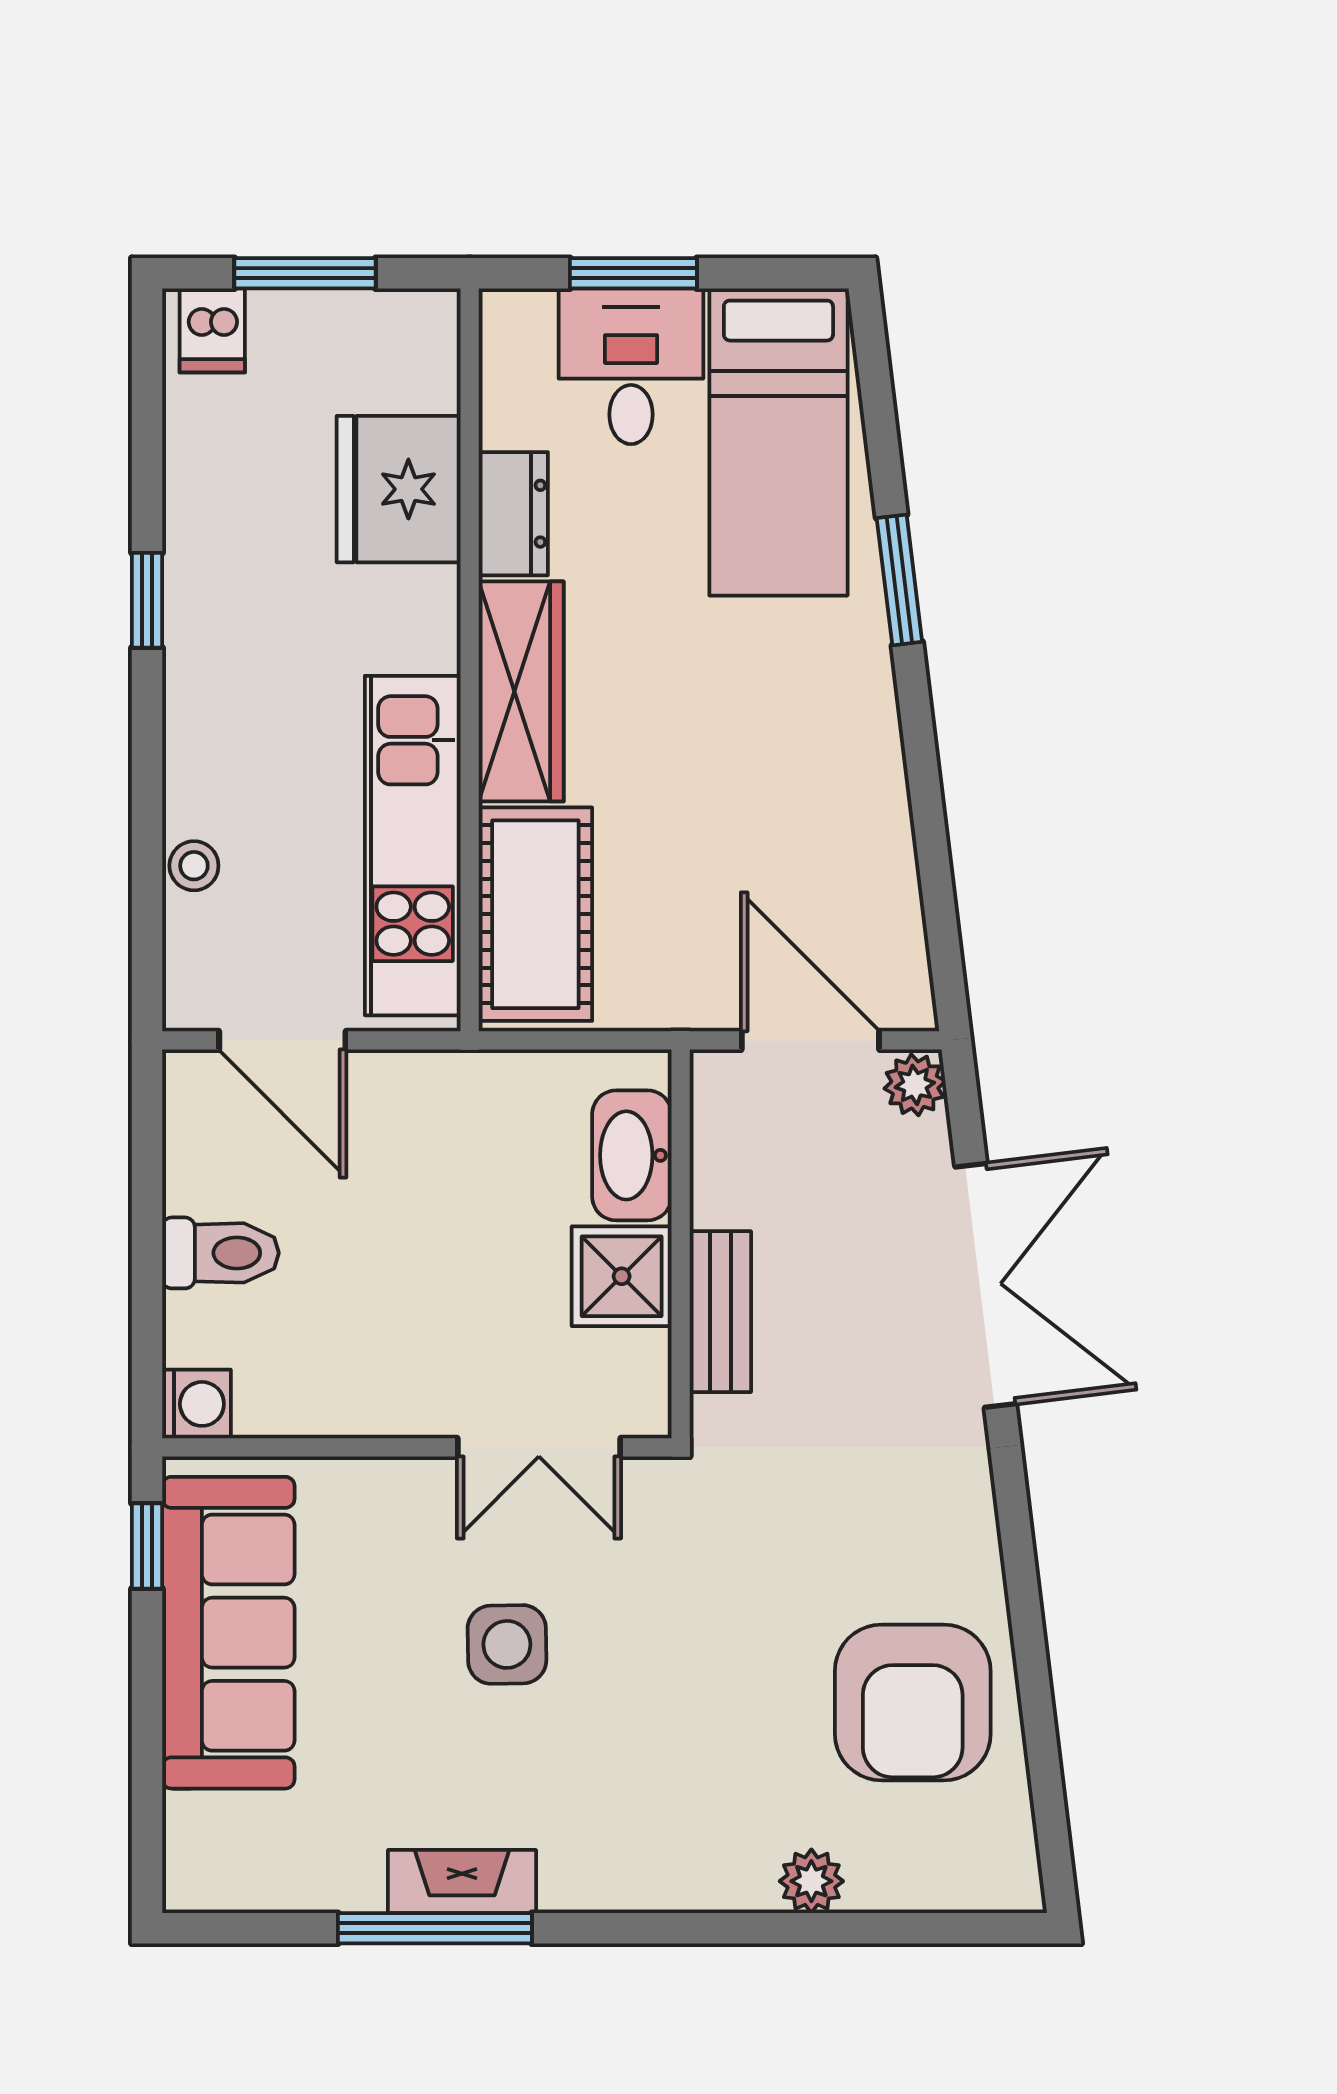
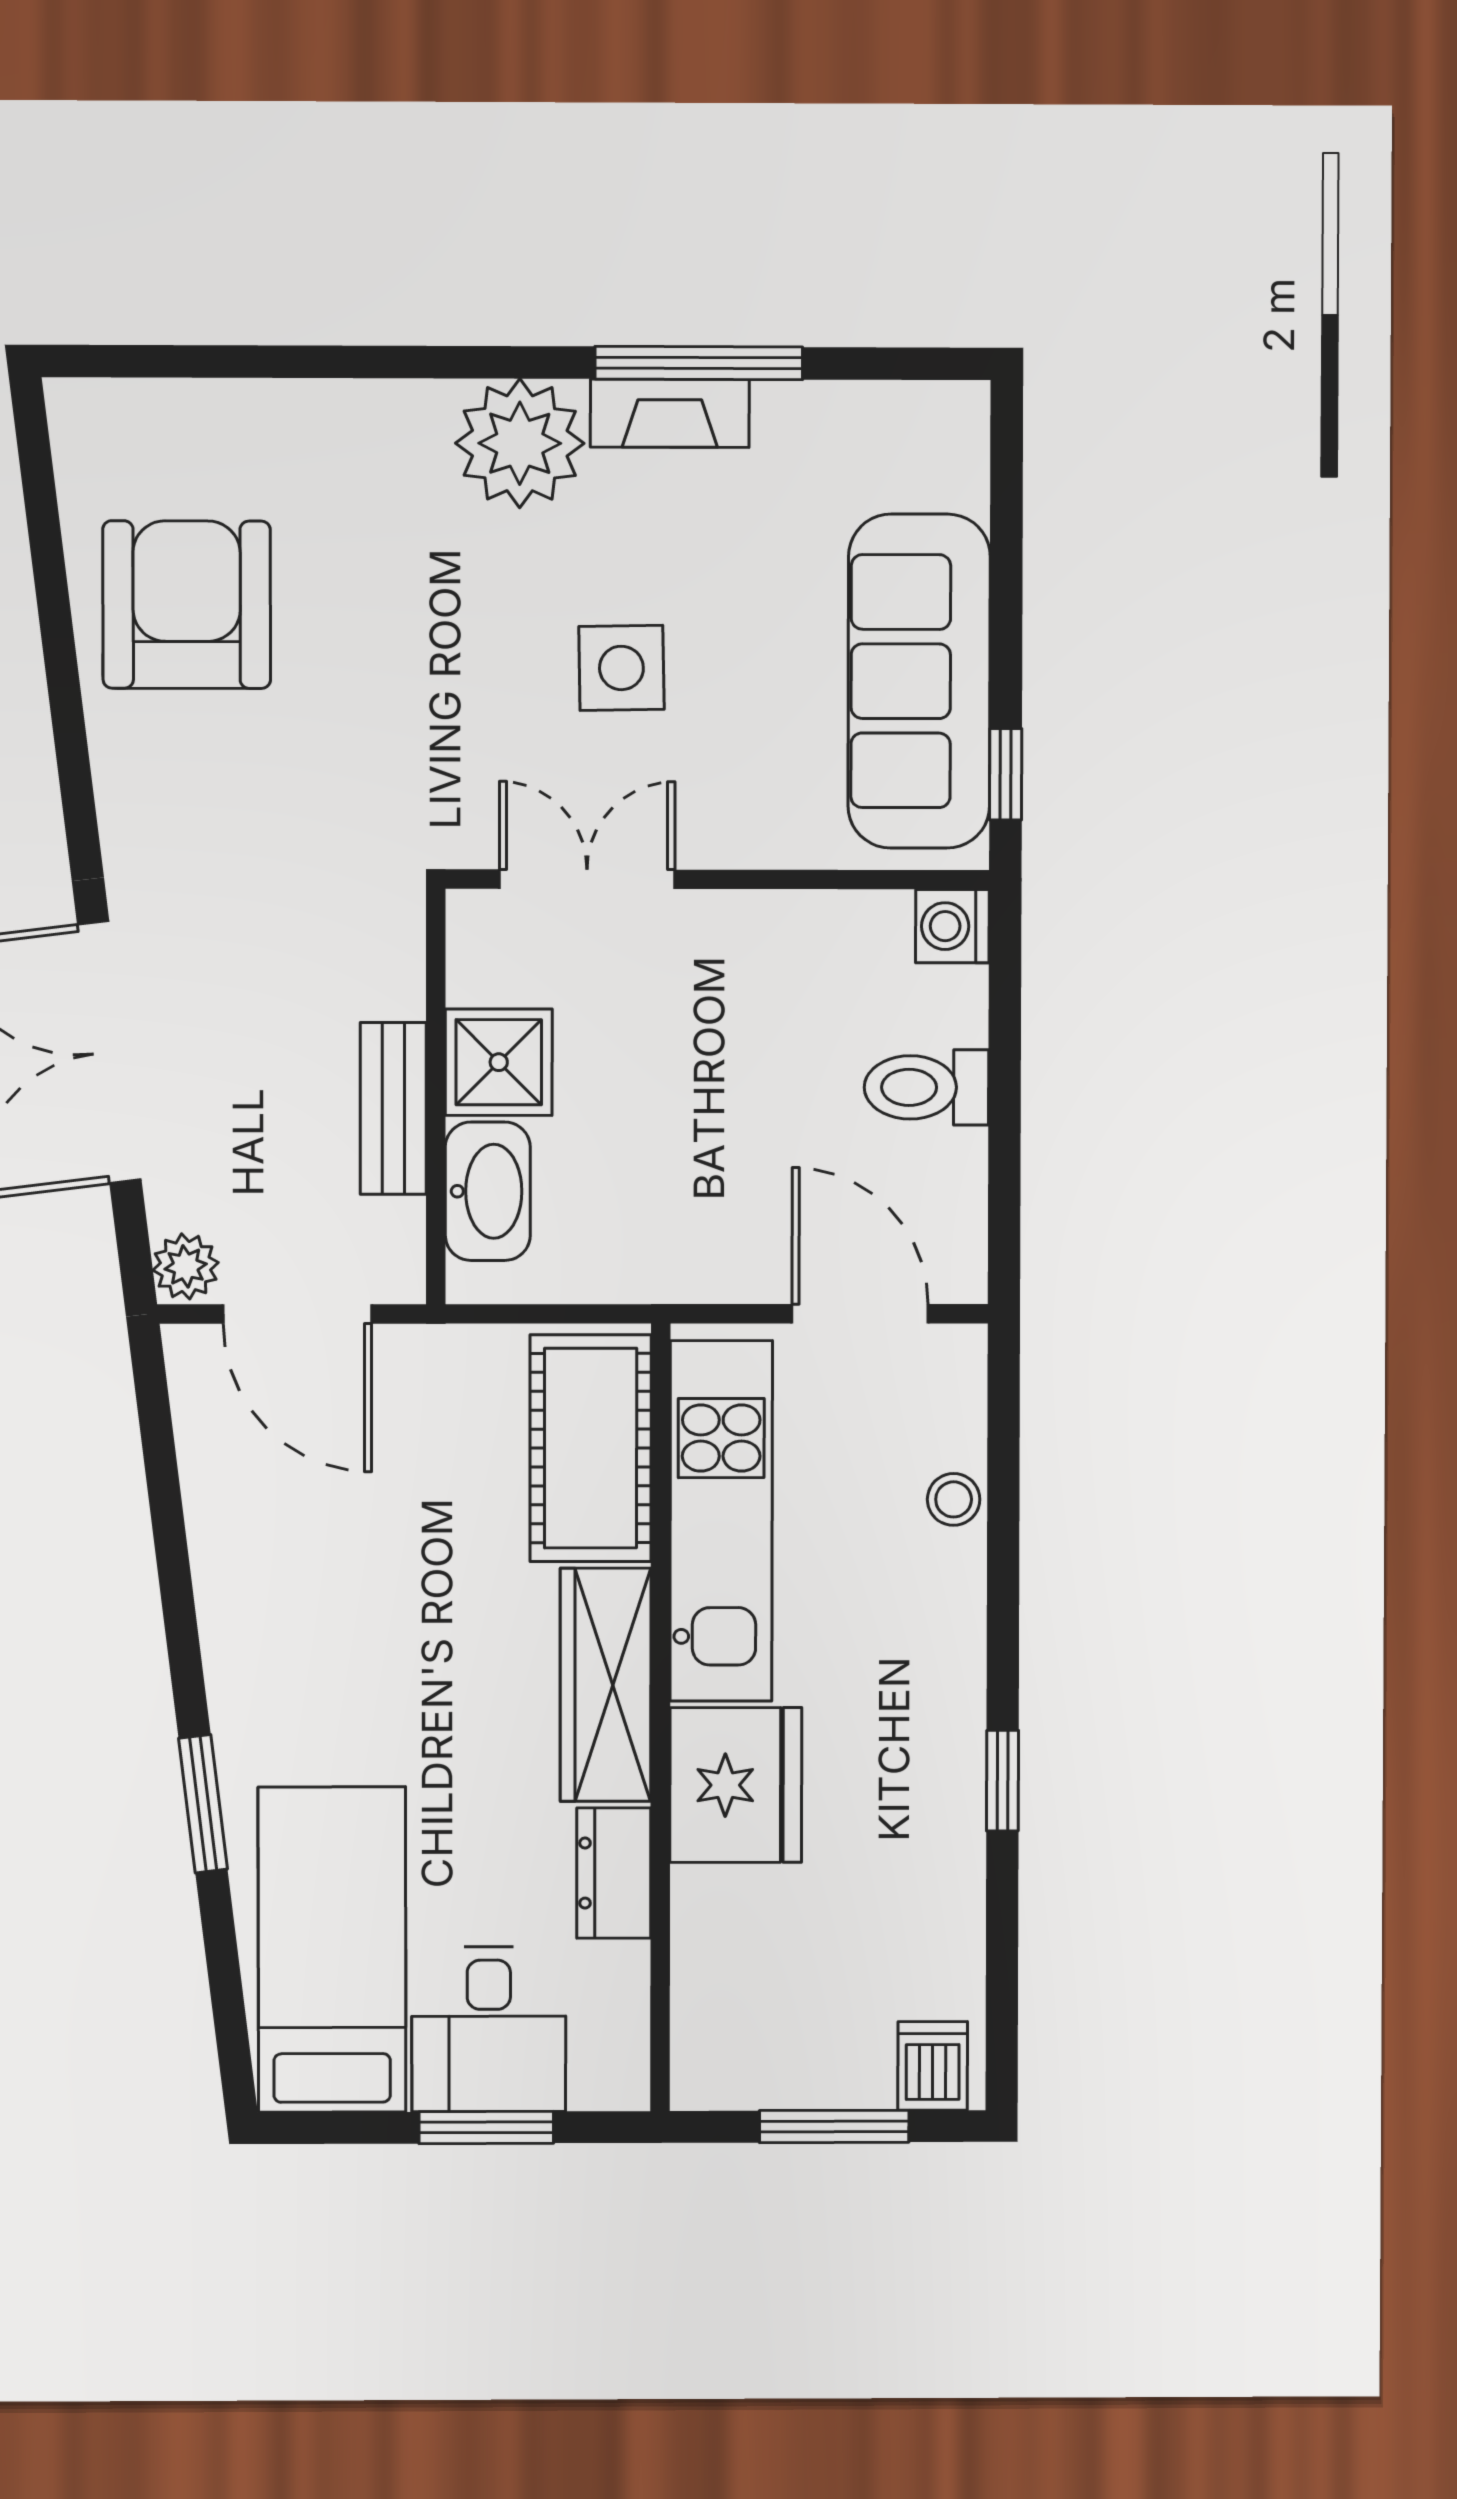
fridge: (399, 489) -> (736, 1785), moved
bench: (720, 1312) -> (393, 1108), moved
plant: (811, 1881) -> (520, 443), moved, width x1.88, depth x1.88

